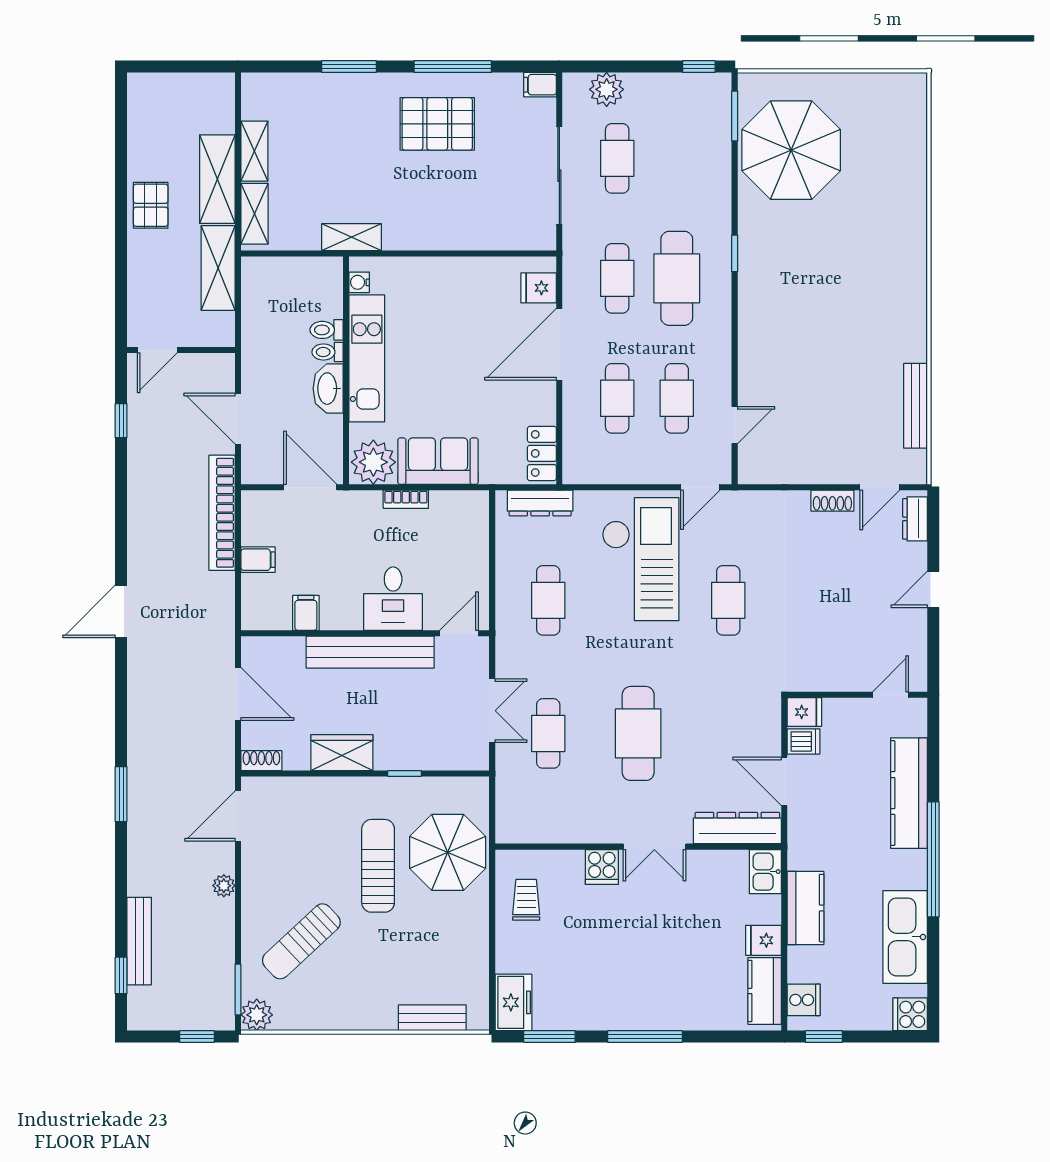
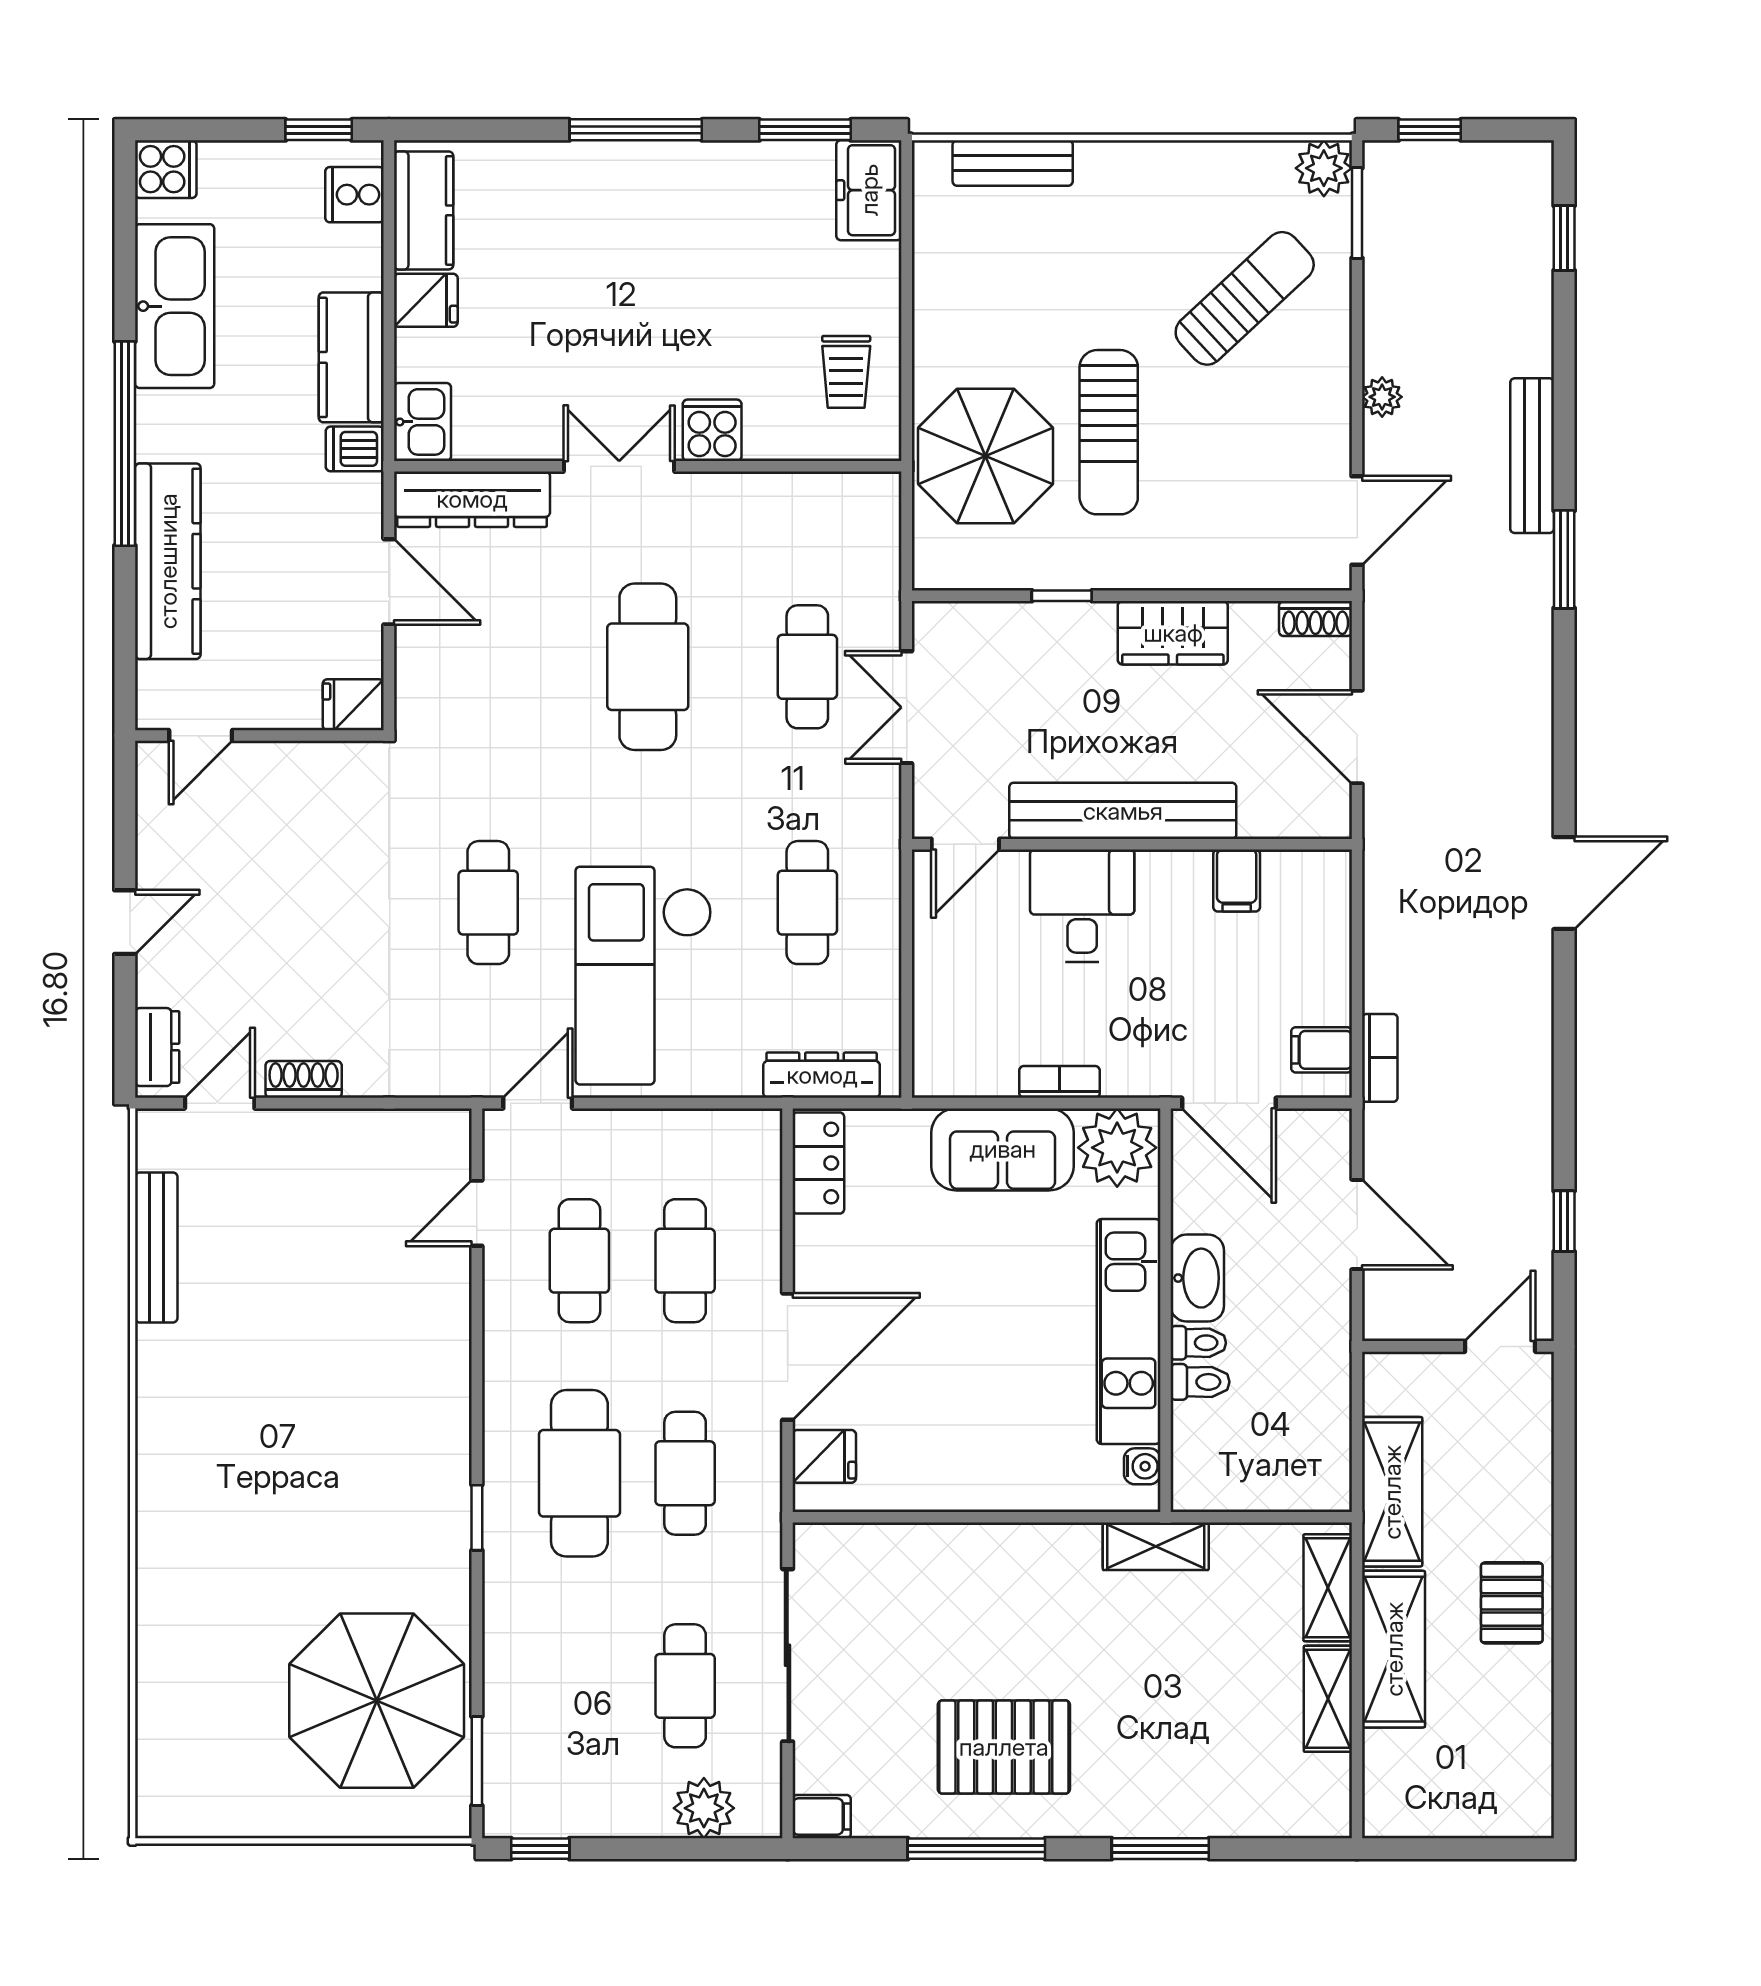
bookcase: (222, 513) -> (1380, 1058), width x0.43, depth x0.76
filing cabinet: (258, 560) -> (1322, 1050), moved
dishwasher: (803, 741) -> (355, 449), moved
bench: (139, 941) -> (1532, 456), moved

